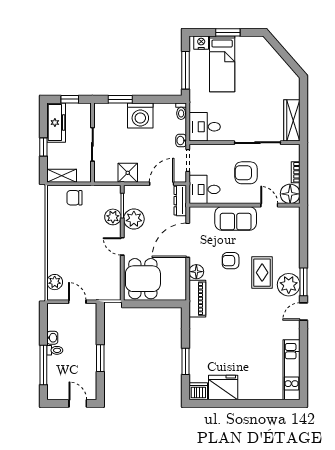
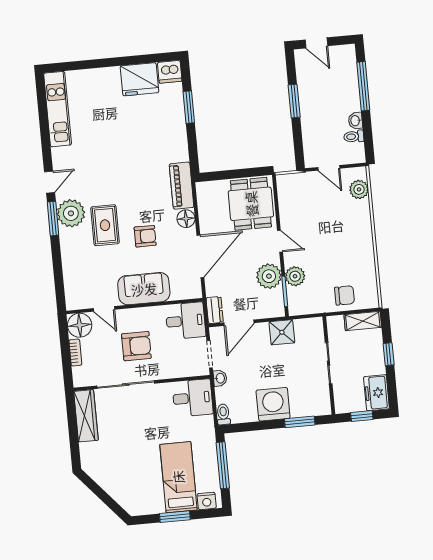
freezer: (56, 123) -> (376, 393), width x0.71
dresser: (180, 201) -> (215, 310), width x0.70
toilet: (55, 350) -> (354, 136), moved

